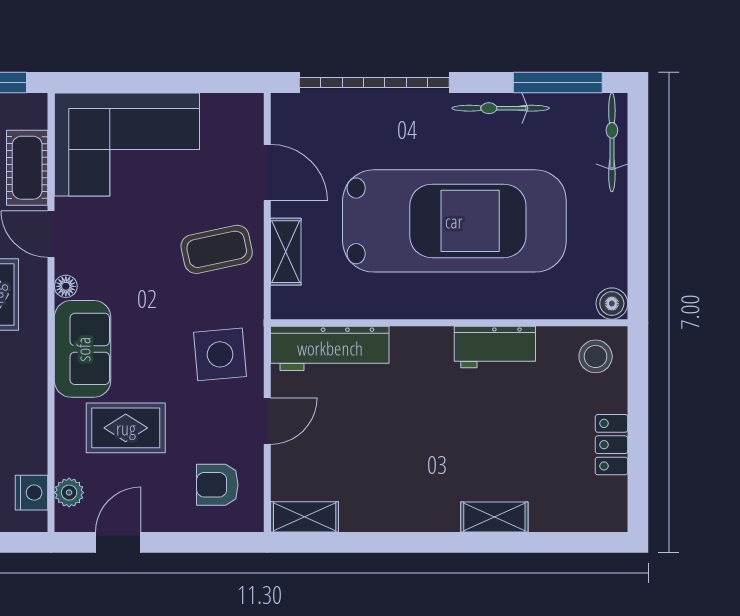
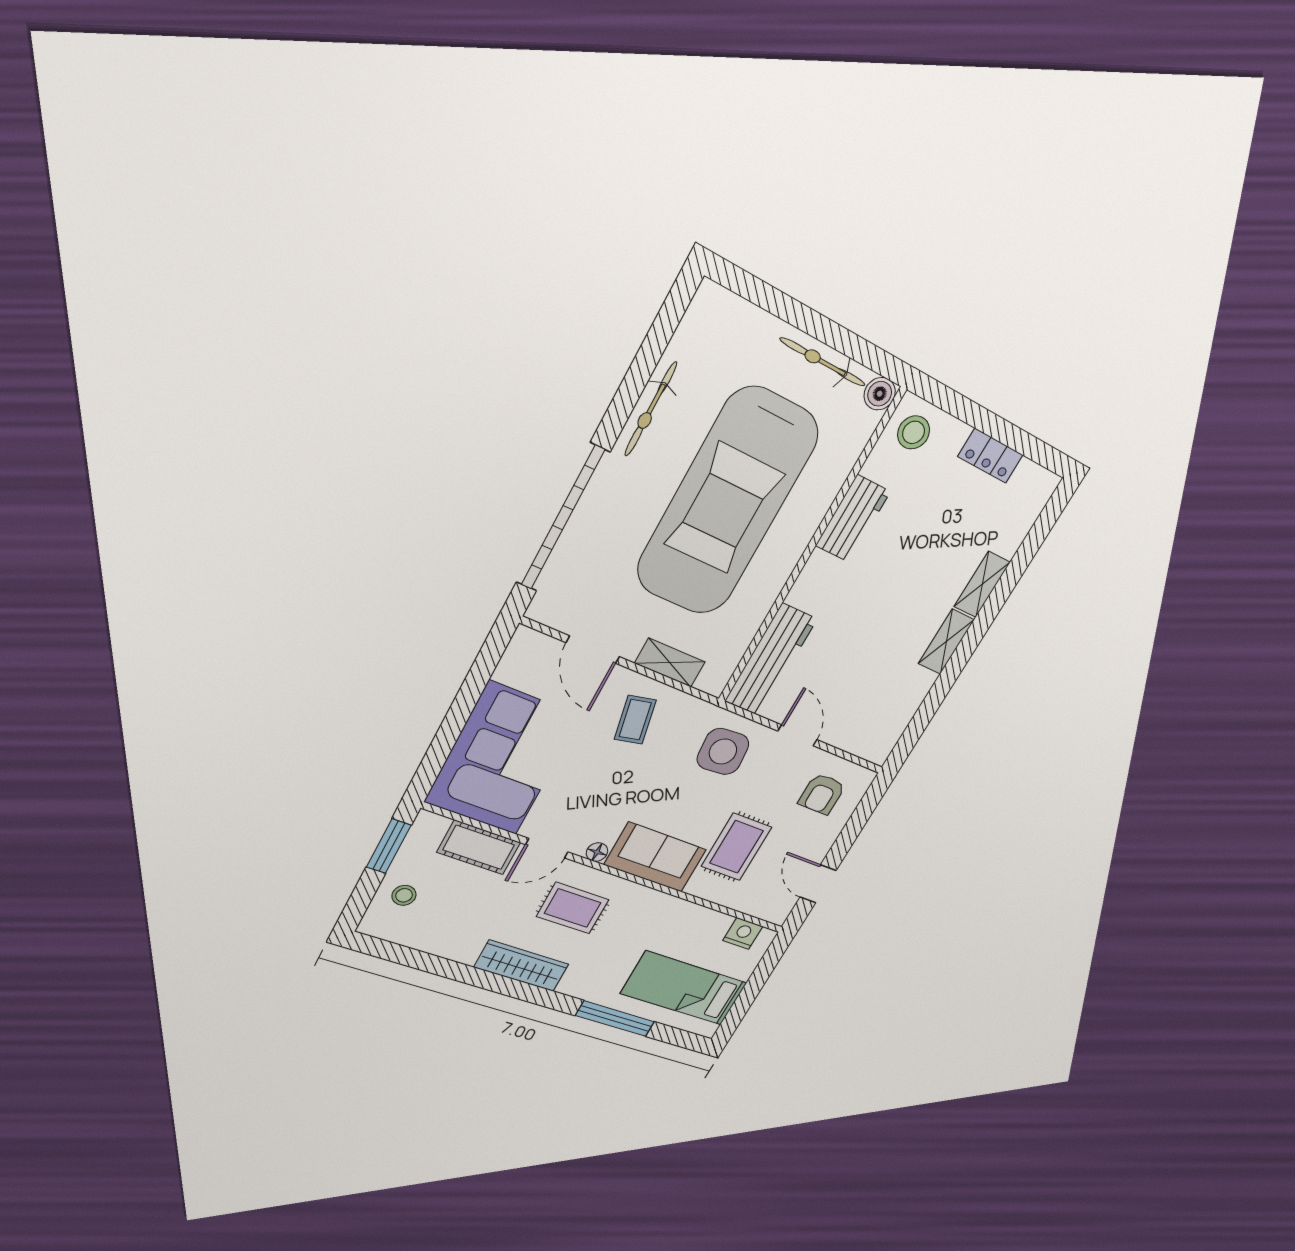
window: (558, 82) -> (657, 340), removed
bicycle: (612, 142) -> (823, 362), moved
door: (267, 173) -> (593, 650), swing flipped
car: (454, 221) -> (727, 503), turned 180
coffee table: (217, 249) -> (635, 720), width x0.73, depth x0.77
plant: (69, 493) -> (759, 906), removed
shelving: (305, 517) -> (946, 642), moved

